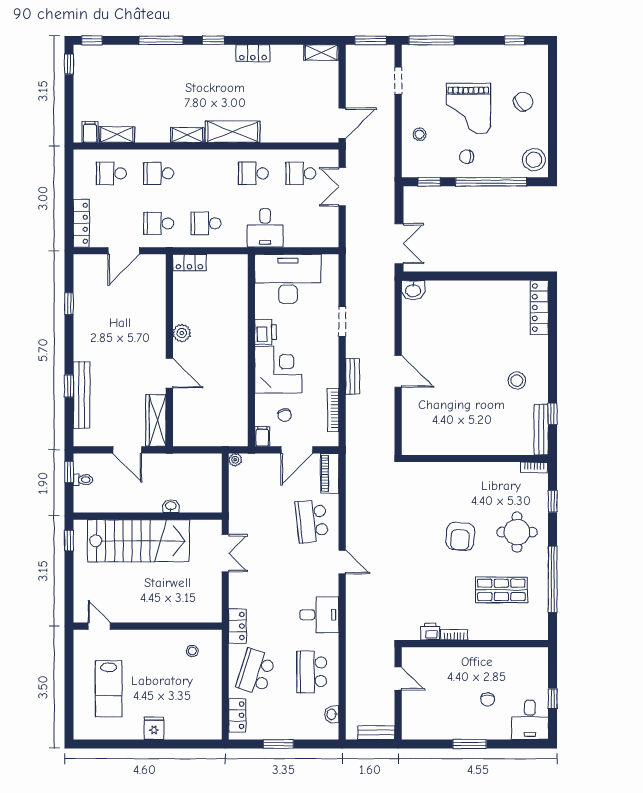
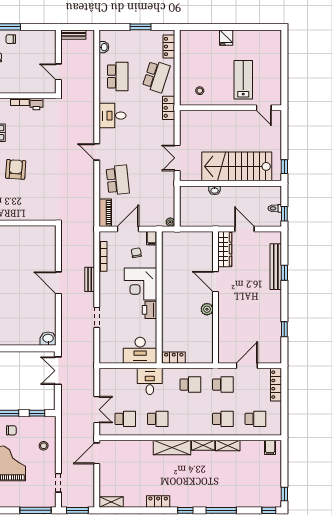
shelving: (117, 135) -> (228, 446), moved
locker: (189, 263) -> (174, 358), moved
desk: (288, 279) -> (140, 350), width x0.73, depth x0.77
lab bench: (109, 689) -> (243, 80), moved
chair: (467, 726) -> (11, 39), added

